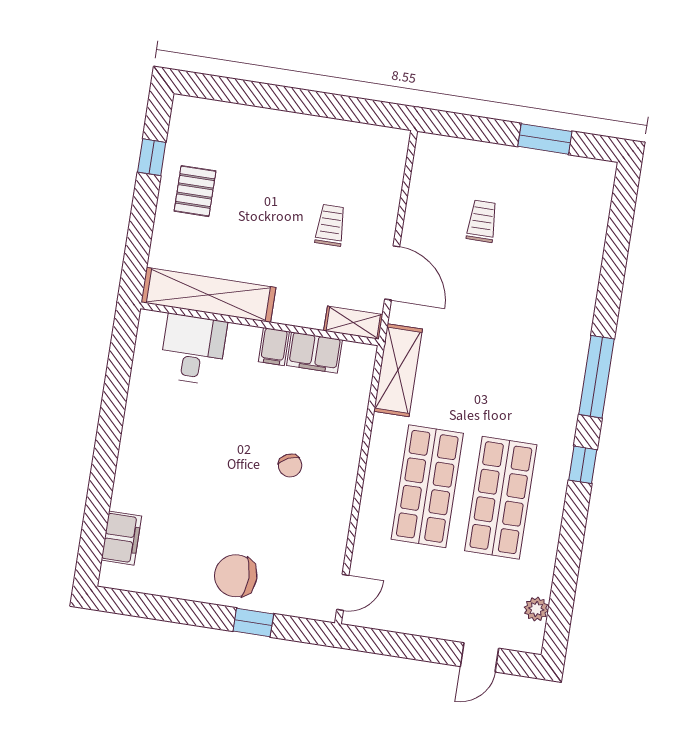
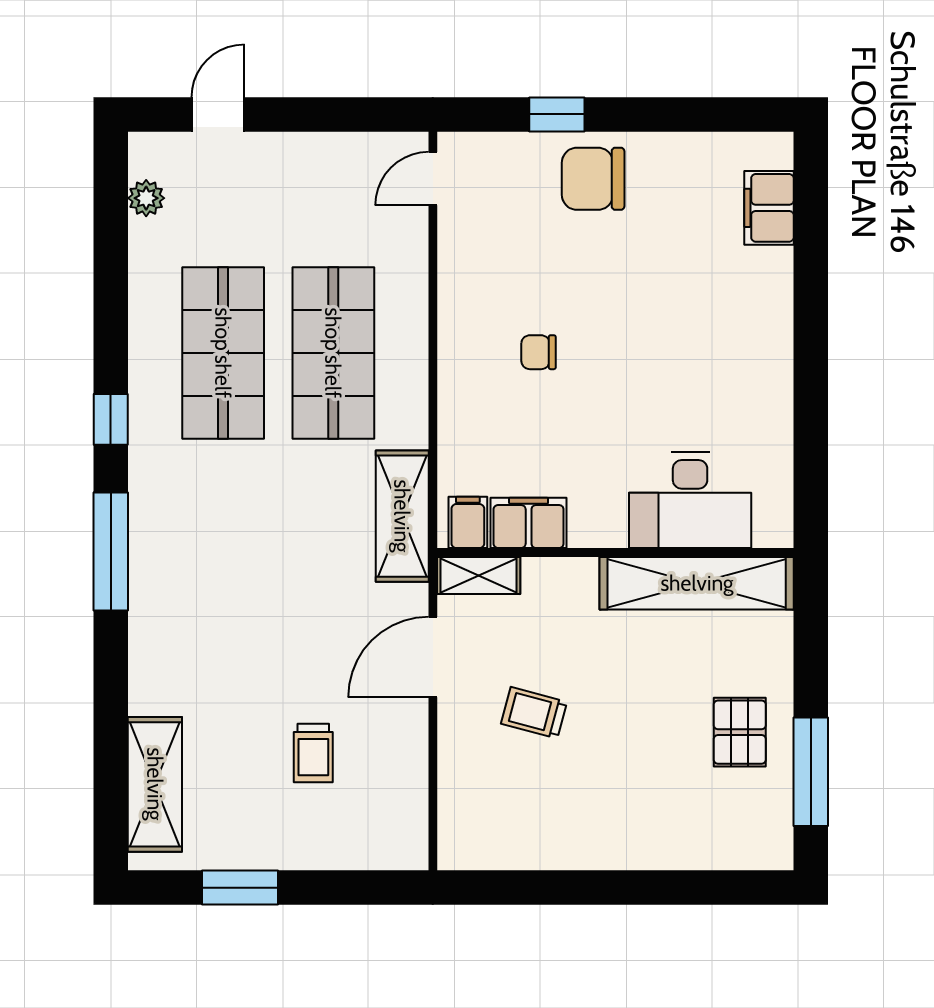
window: (152, 157) -> (811, 772), width x2.17
shelving: (591, 217) -> (155, 784), added
trolley: (330, 225) -> (534, 713), turned 105
door: (392, 273) -> (433, 657), hinge flipped
filing cabinet: (274, 347) -> (468, 522), moved
desk: (193, 349) -> (690, 500), width x1.37
chair: (290, 466) -> (539, 352), turned -65
chair: (236, 576) -> (593, 179), turned 180

